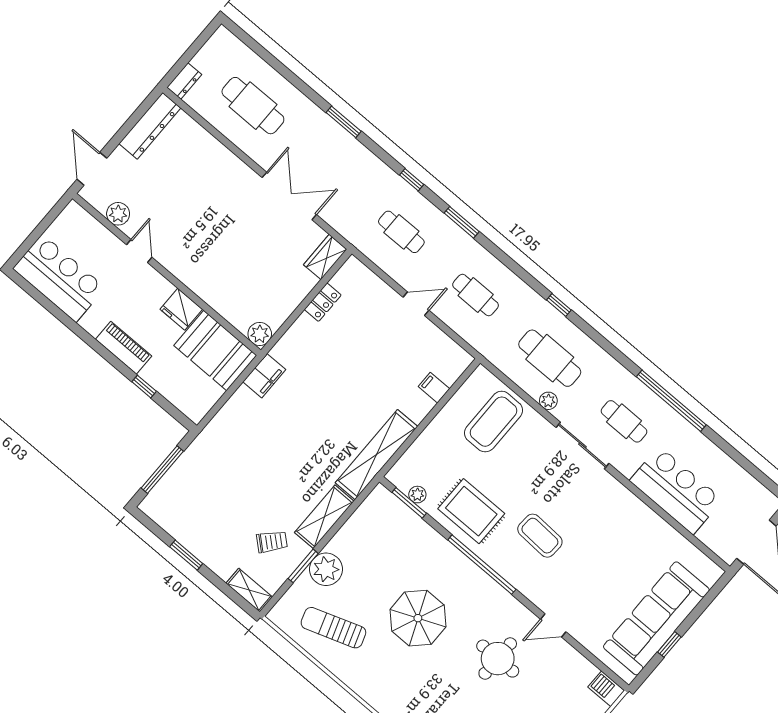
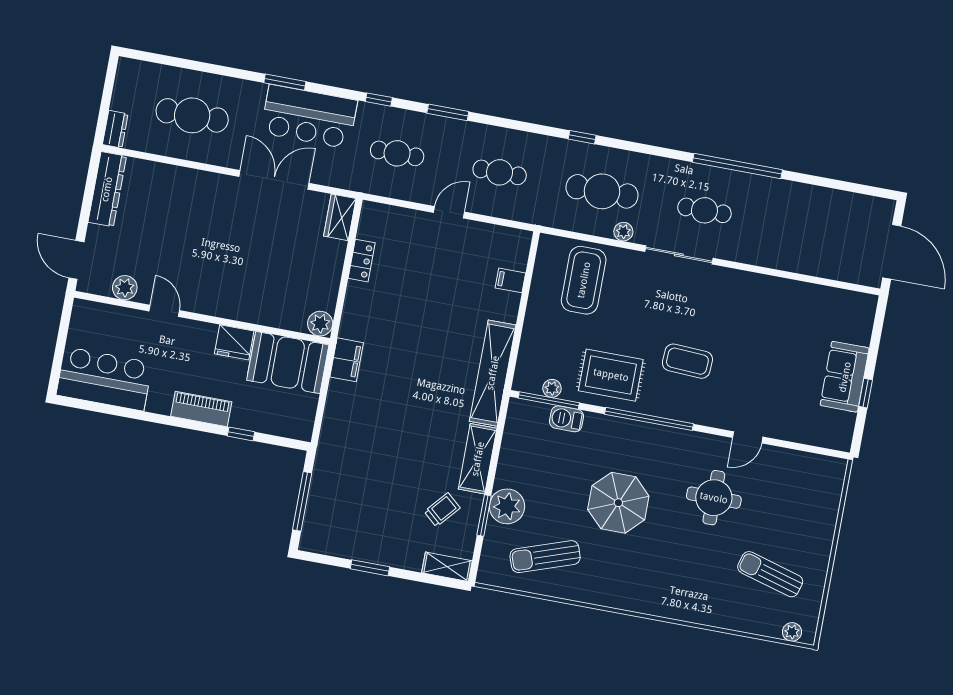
bar counter: (676, 490) -> (309, 117), moved, turned 180
window: (409, 503) -> (549, 400), width x1.44
sofa: (656, 618) -> (845, 377), width x0.54, depth x0.79
barbecue: (606, 689) -> (566, 419), moved

